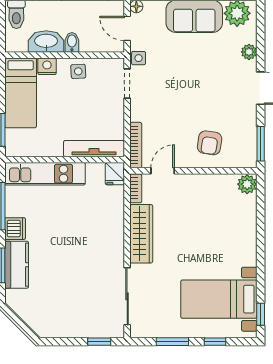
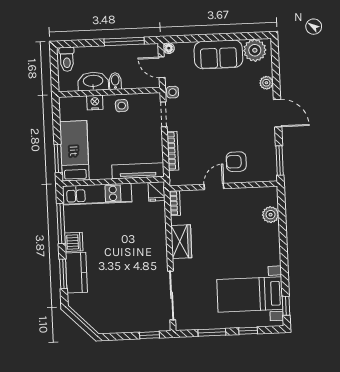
bed: (21, 93) -> (74, 151), moved, turned 180
armchair: (210, 143) -> (236, 162), turned 81
bookcase: (136, 145) -> (173, 151), moved
door: (163, 171) -> (214, 186), moved
plant: (247, 184) -> (271, 215), moved
wardrobe: (141, 234) -> (181, 242), width x0.67

